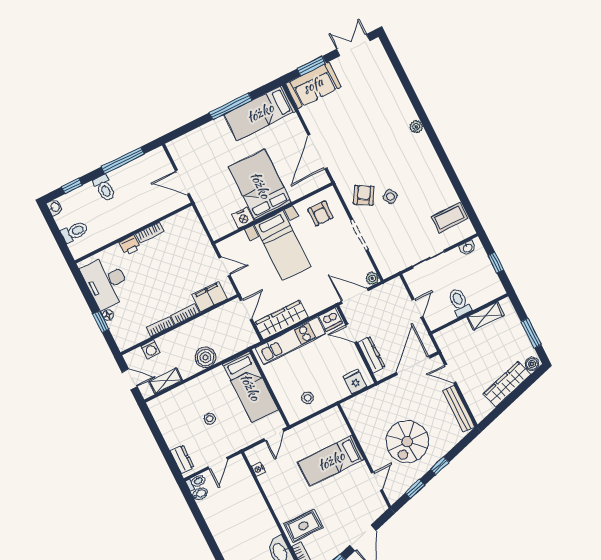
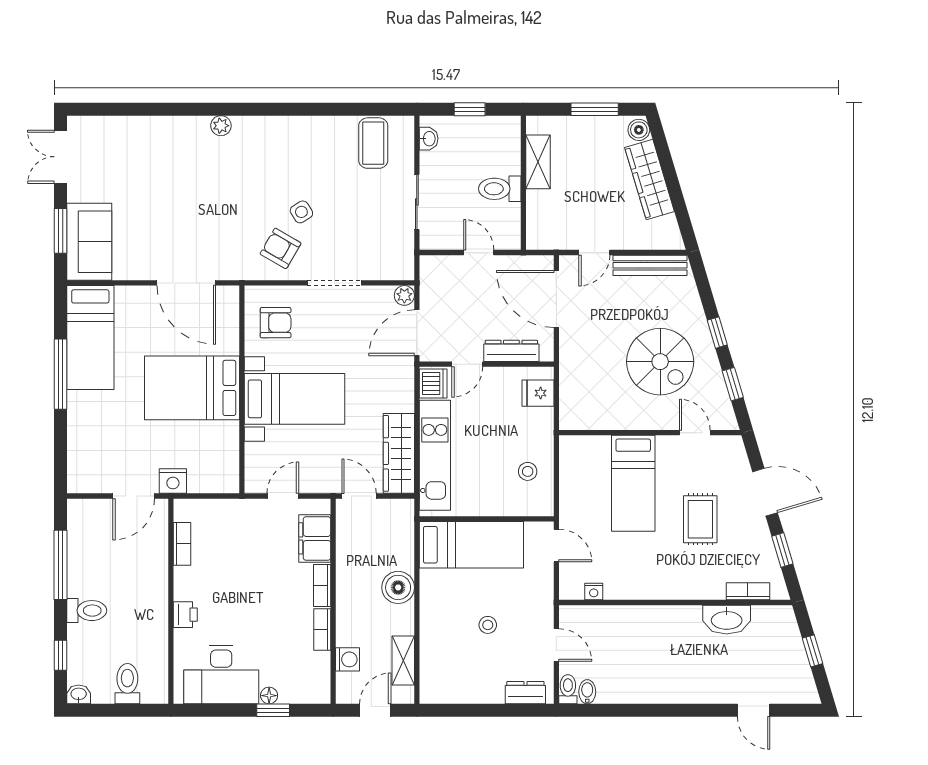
nightstand: (243, 218) -> (173, 481), moved, turned 90
bookcase: (150, 233) -> (182, 544), moved
rug: (303, 526) -> (700, 519), moved

